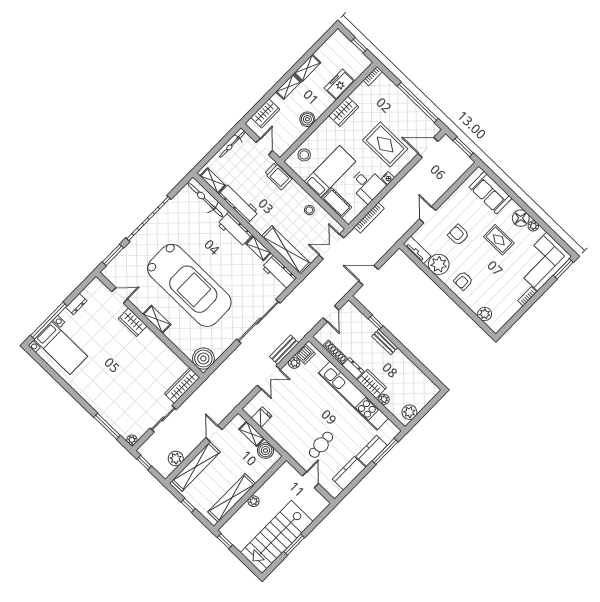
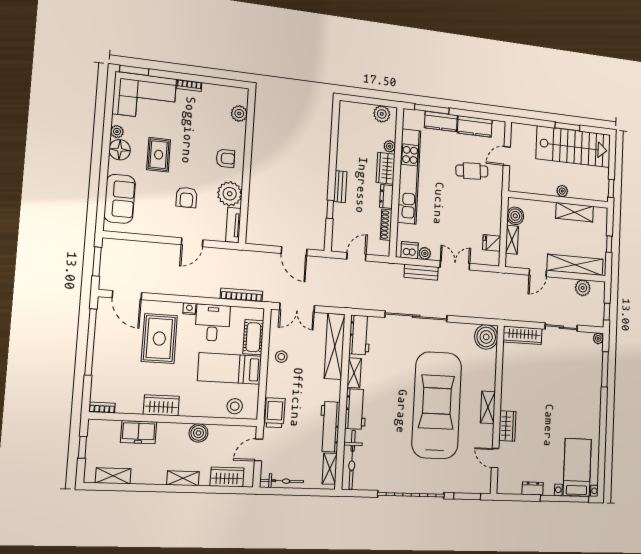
shelving: (307, 68) -> (113, 476), moved
shelving: (232, 498) -> (575, 212), width x0.68

